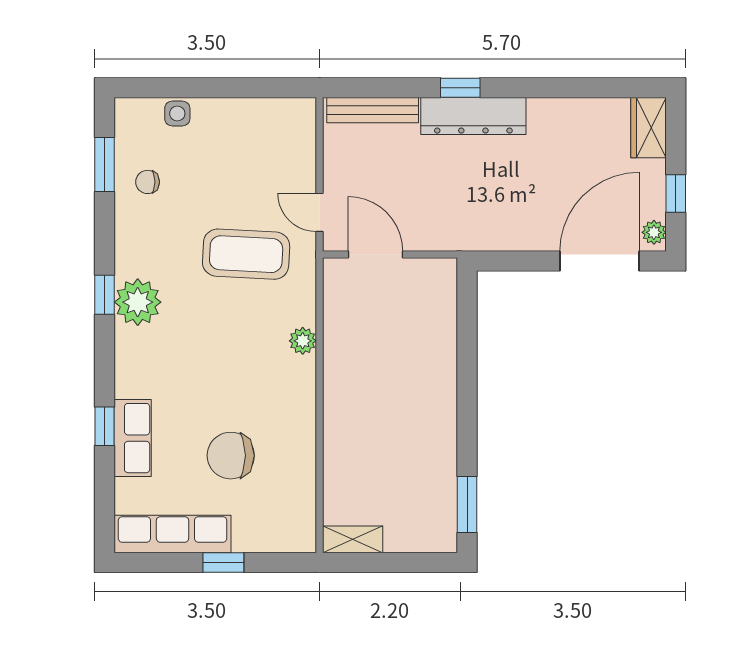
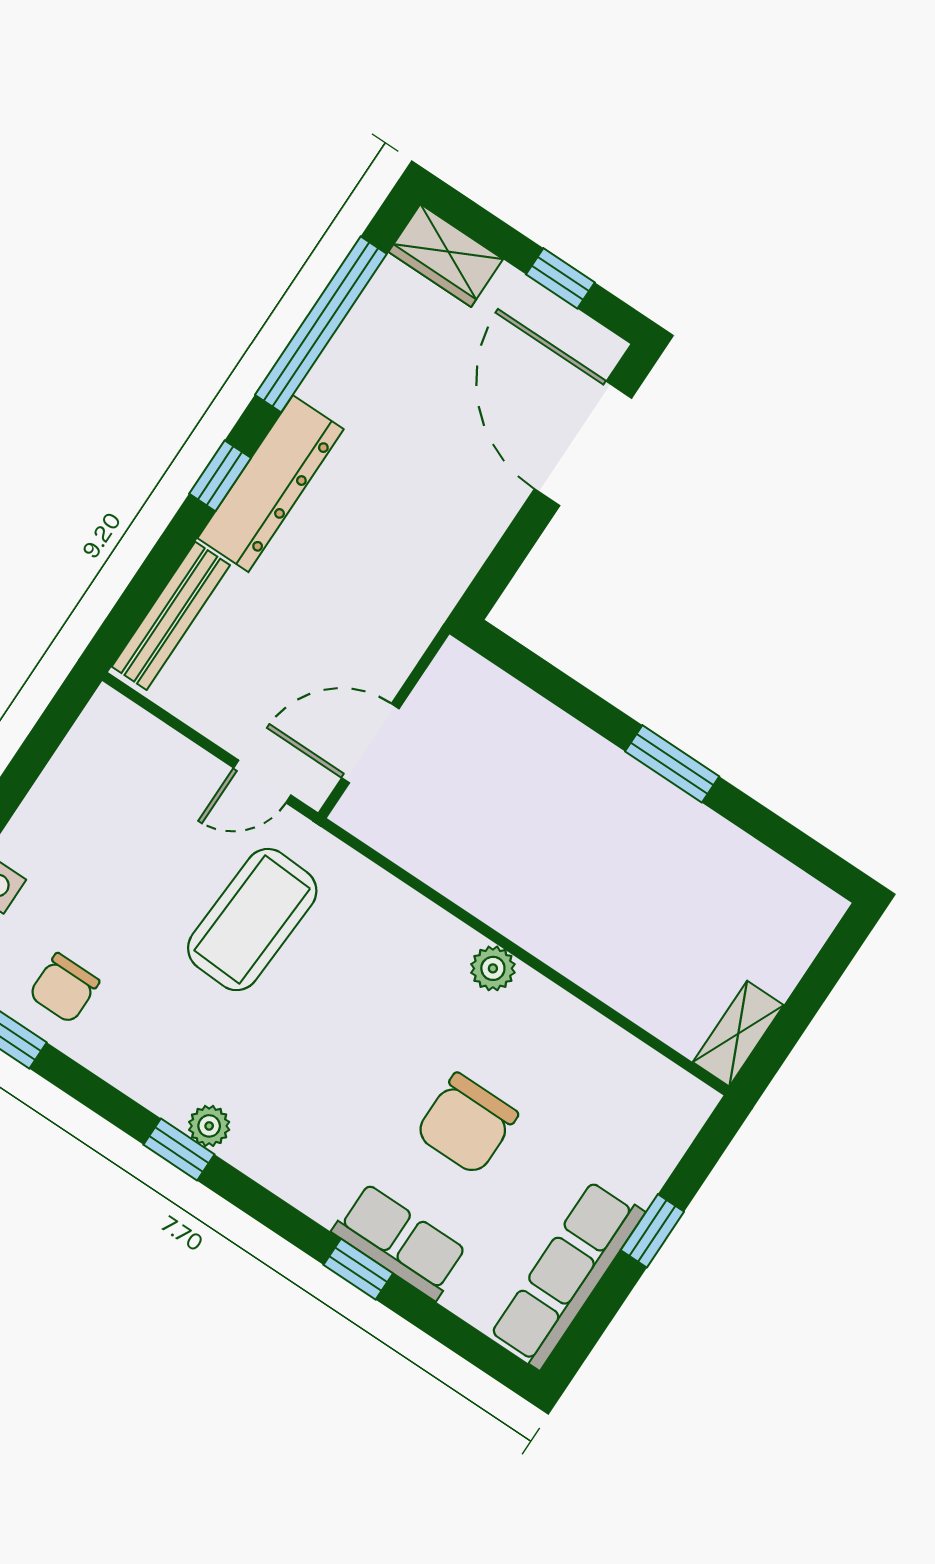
window: (571, 88) -> (321, 324), added
chair: (148, 182) -> (64, 988), width x1.37, depth x1.37
plant: (654, 232) -> (594, 343), removed
plant: (138, 302) -> (209, 1126), width x0.53, depth x0.53
plant: (303, 341) -> (493, 968), moved
chair: (231, 456) -> (467, 1124), moved
window: (467, 505) -> (672, 764), moved

